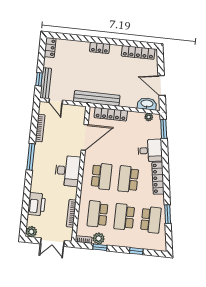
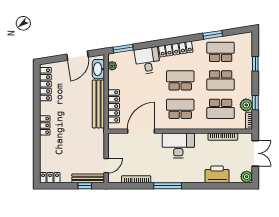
bench: (97, 98) -> (98, 104), moved
door: (85, 137) -> (141, 131), hinge flipped
school desk: (128, 179) -> (180, 80), turned 180

